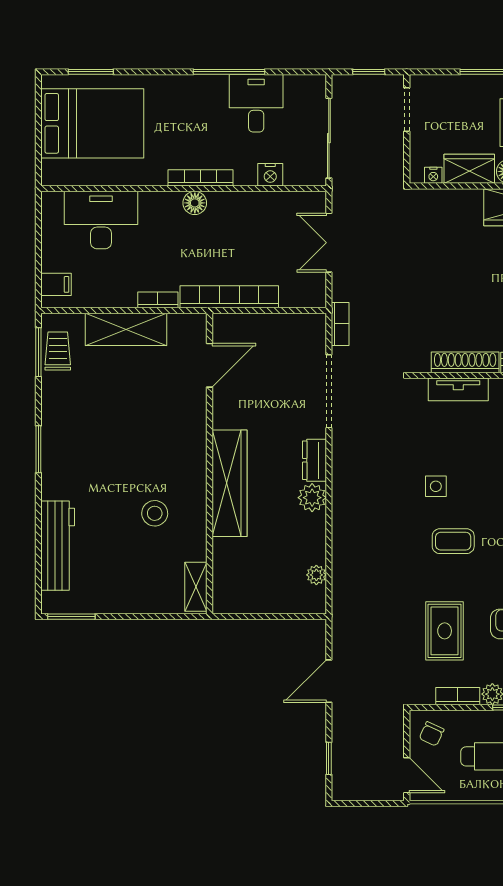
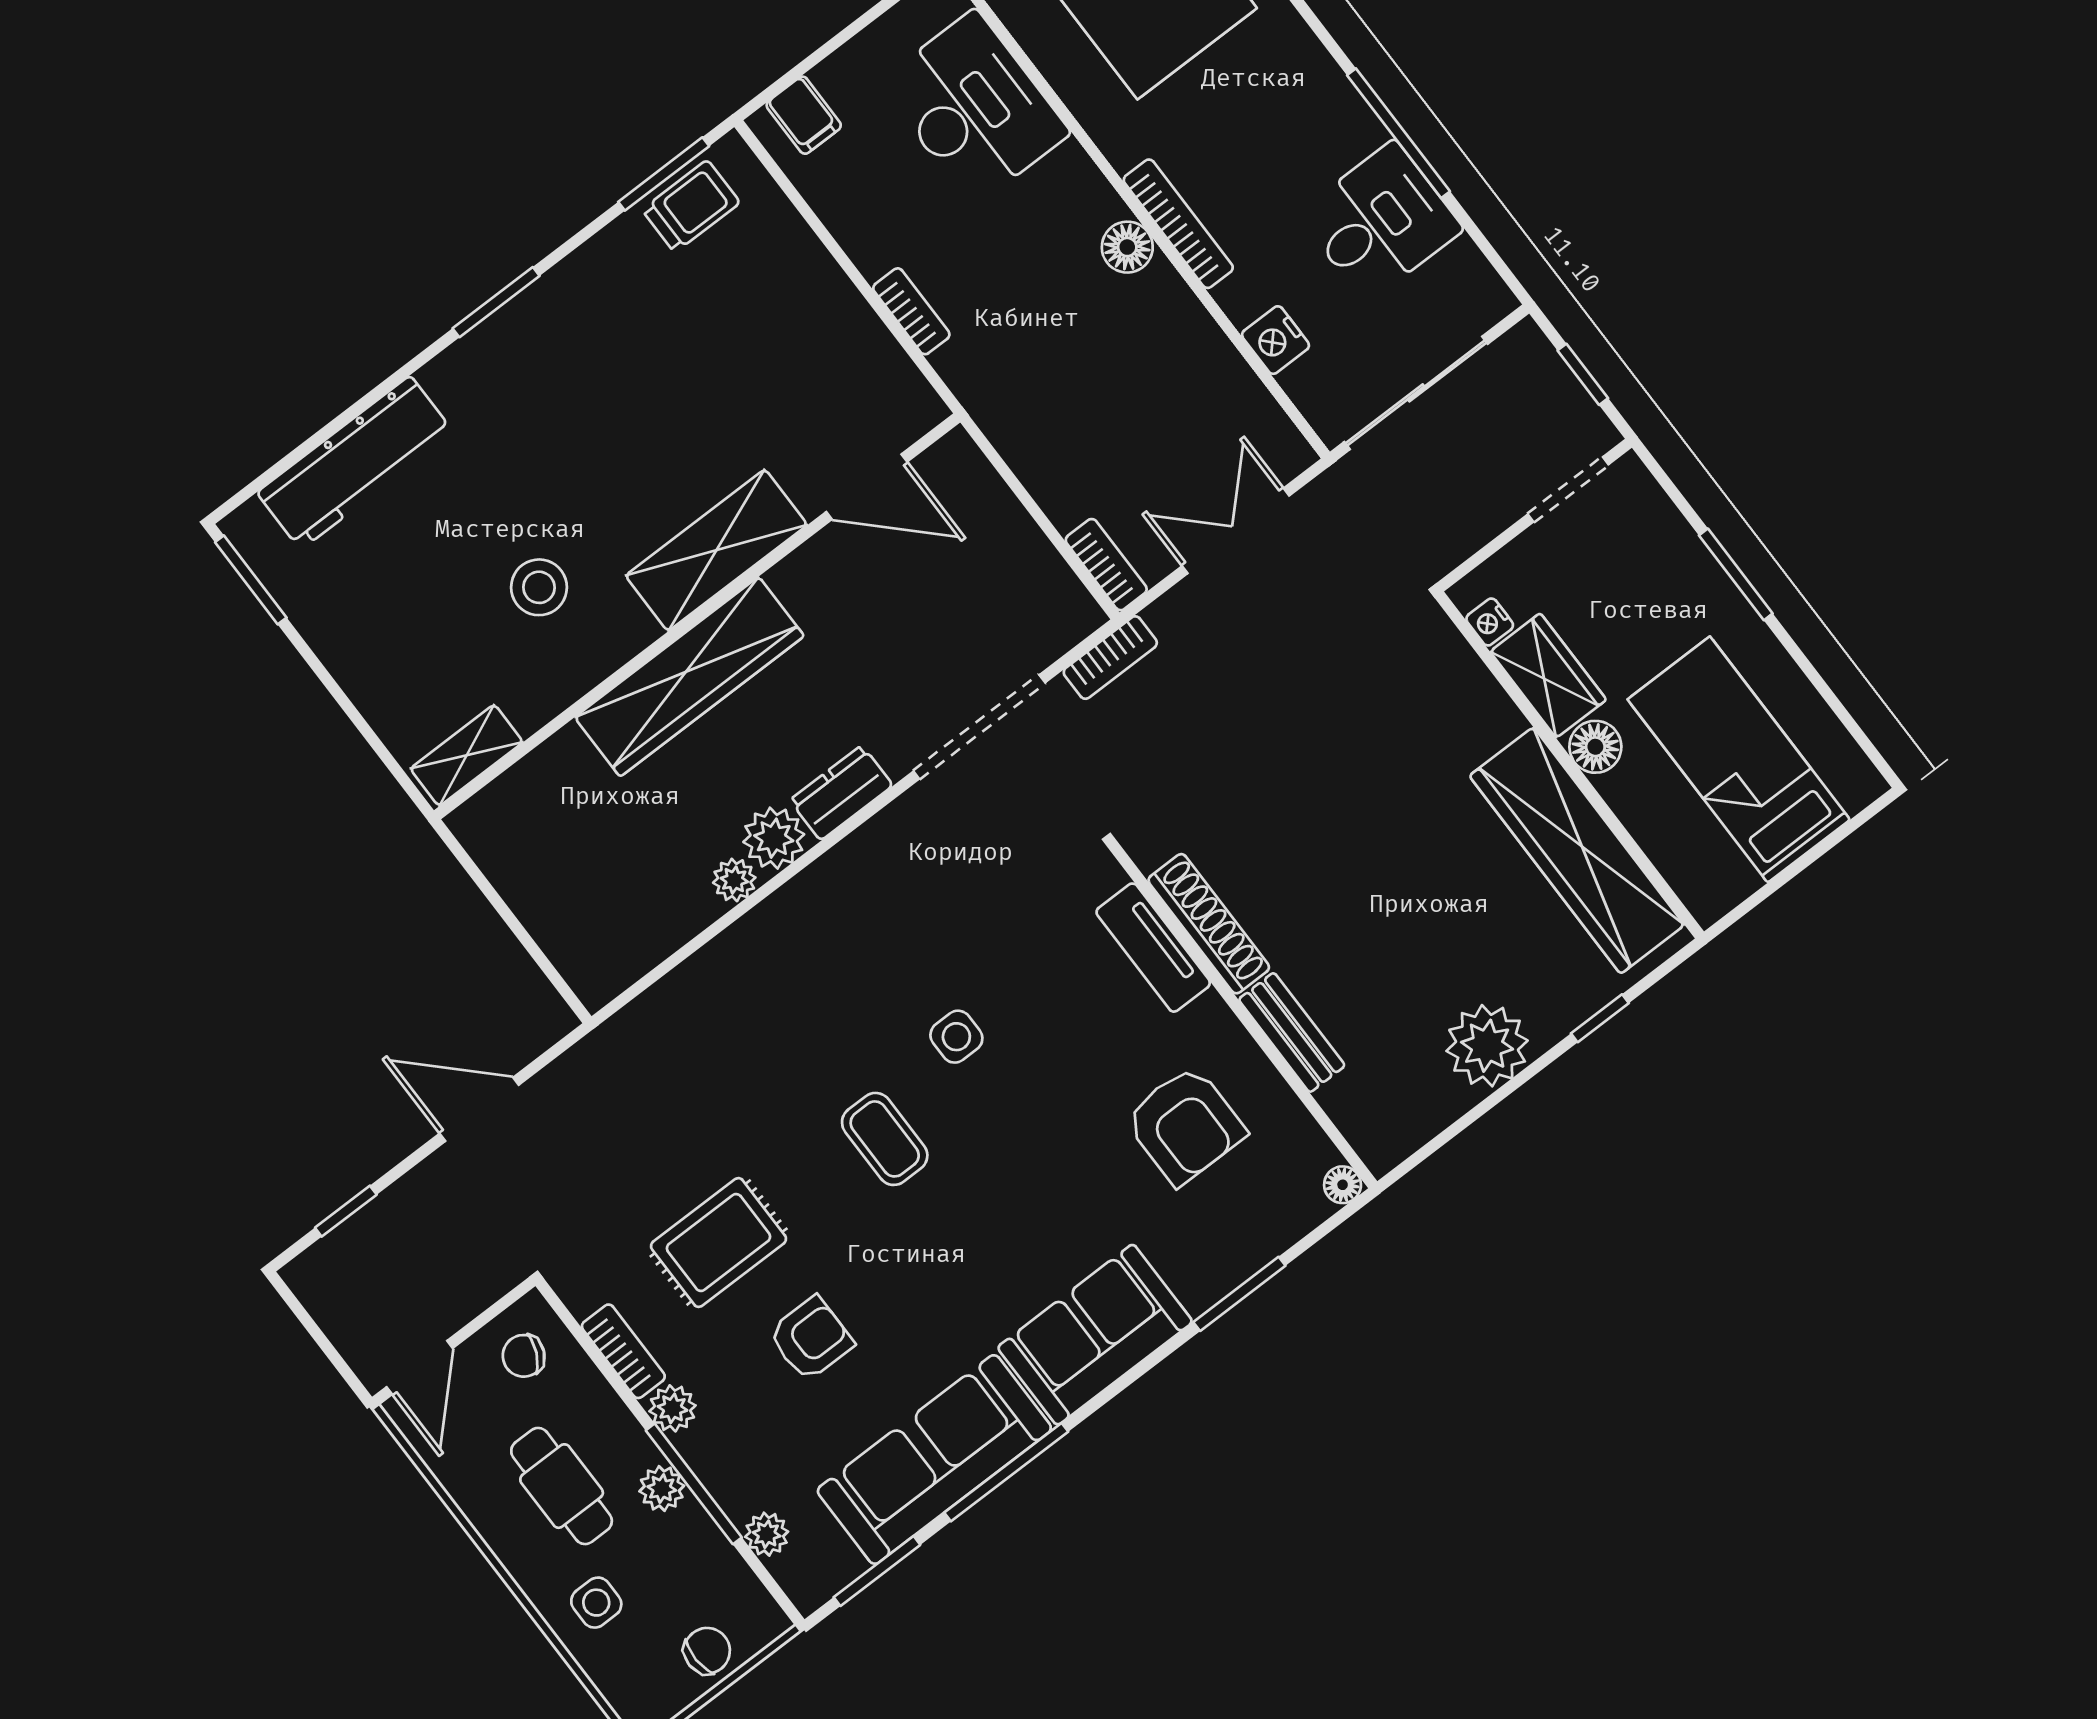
bookcase: (229, 297) -> (1106, 565), moved, width x0.43, depth x0.76
shelving: (126, 329) -> (716, 550), moved, turned 90
plant: (316, 575) -> (734, 880), moved

